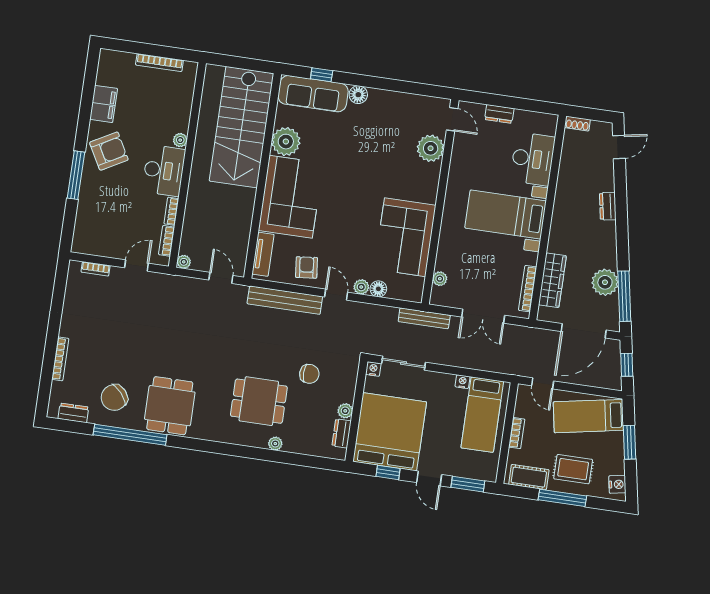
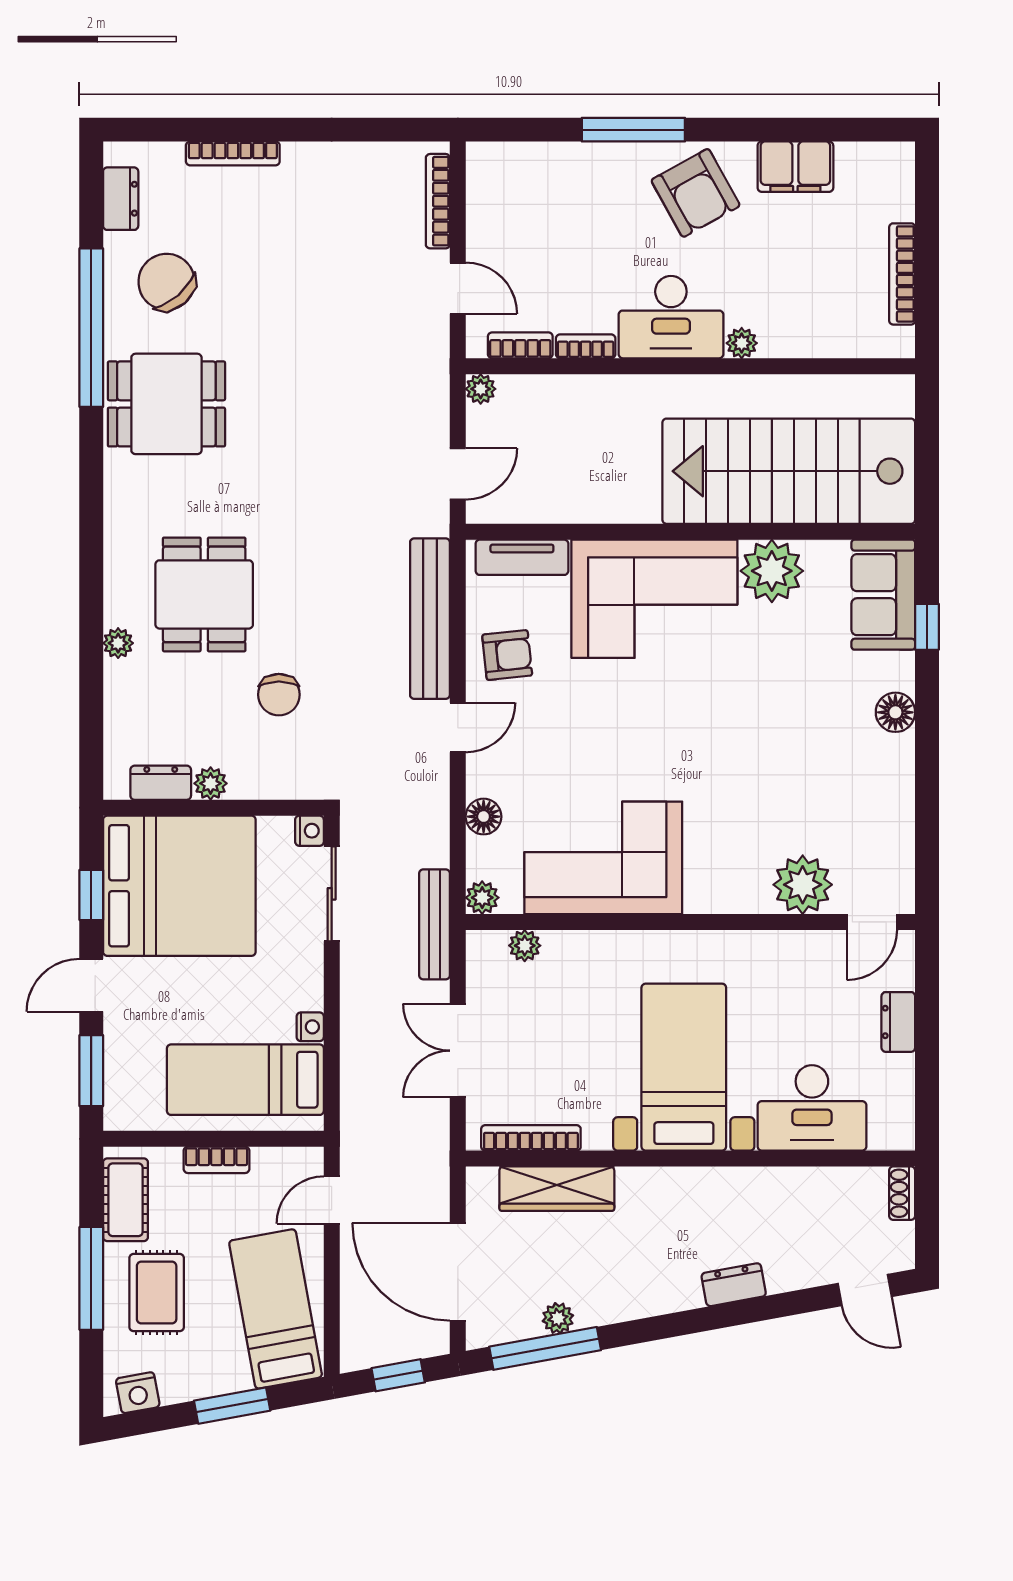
sofa: (313, 94) -> (883, 595), width x0.73
bookcase: (96, 269) -> (438, 201), width x1.56
plant: (605, 282) -> (558, 1318), width x0.53, depth x0.53
plant: (361, 287) -> (482, 898), moved

